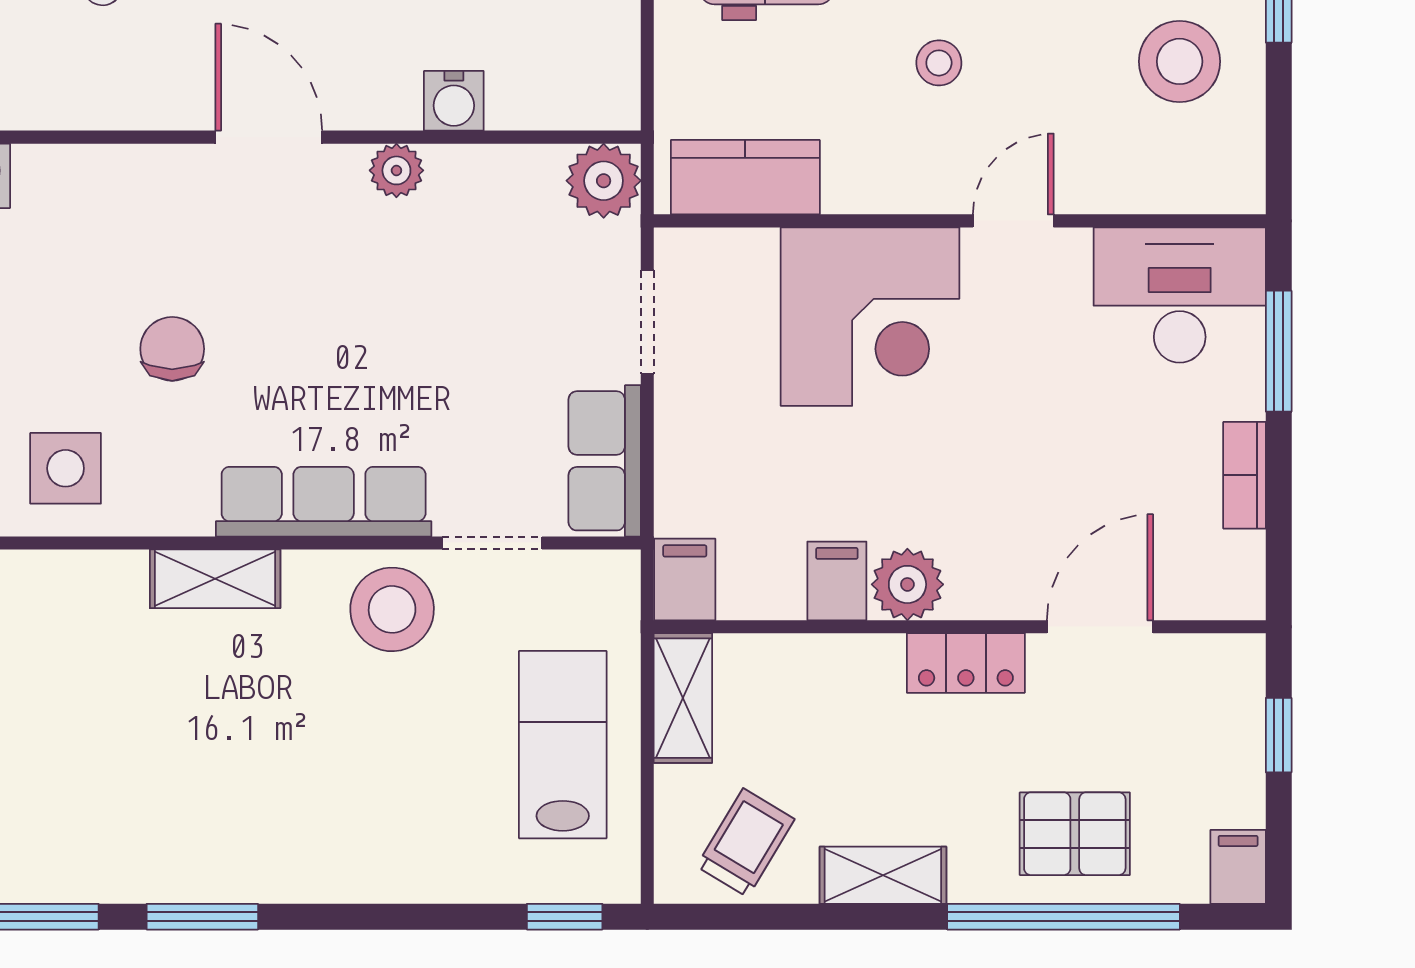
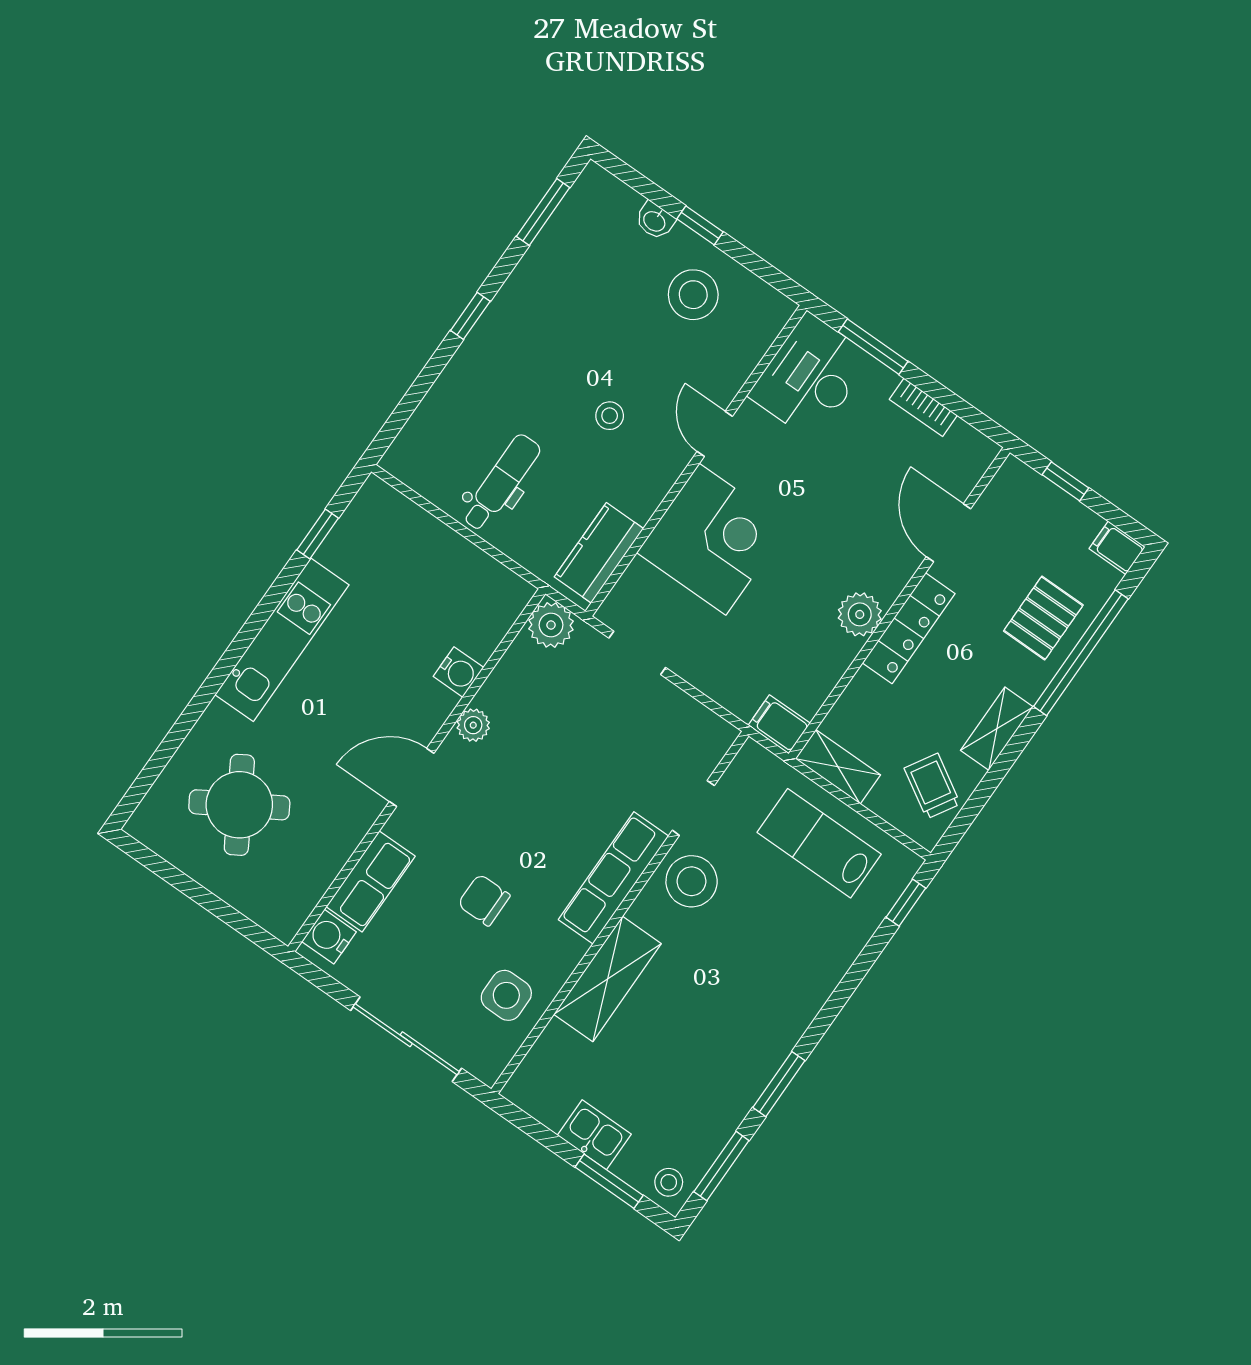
row of seats: (605, 461) -> (371, 881), moved, turned -90
shelving: (215, 579) -> (608, 979), width x1.50, depth x1.33
filing cabinet: (837, 581) -> (833, 649), removed
locker: (966, 663) -> (909, 628), width x1.53

